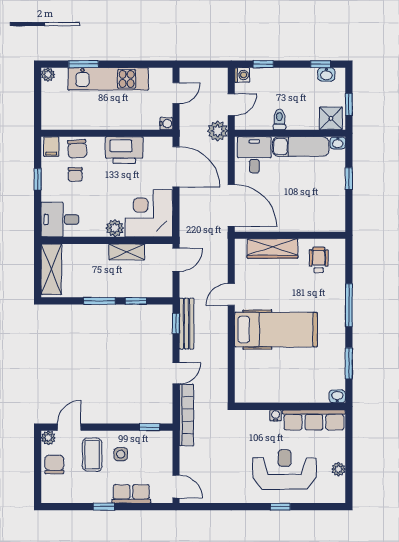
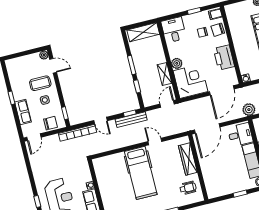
door: (176, 260) -> (167, 104), swing flipped
chair: (54, 464) -> (51, 123), moved

